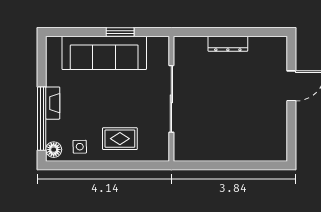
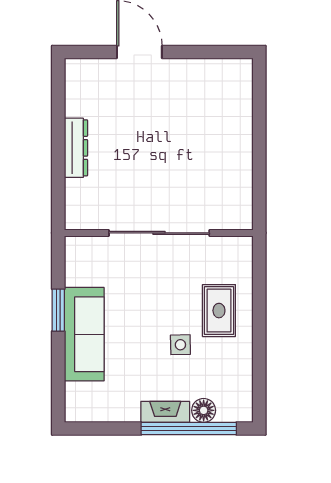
sofa: (104, 53) -> (84, 334), width x0.74, depth x0.79
side table: (80, 147) -> (180, 345), moved
floor lamp: (54, 150) -> (204, 410), moved

